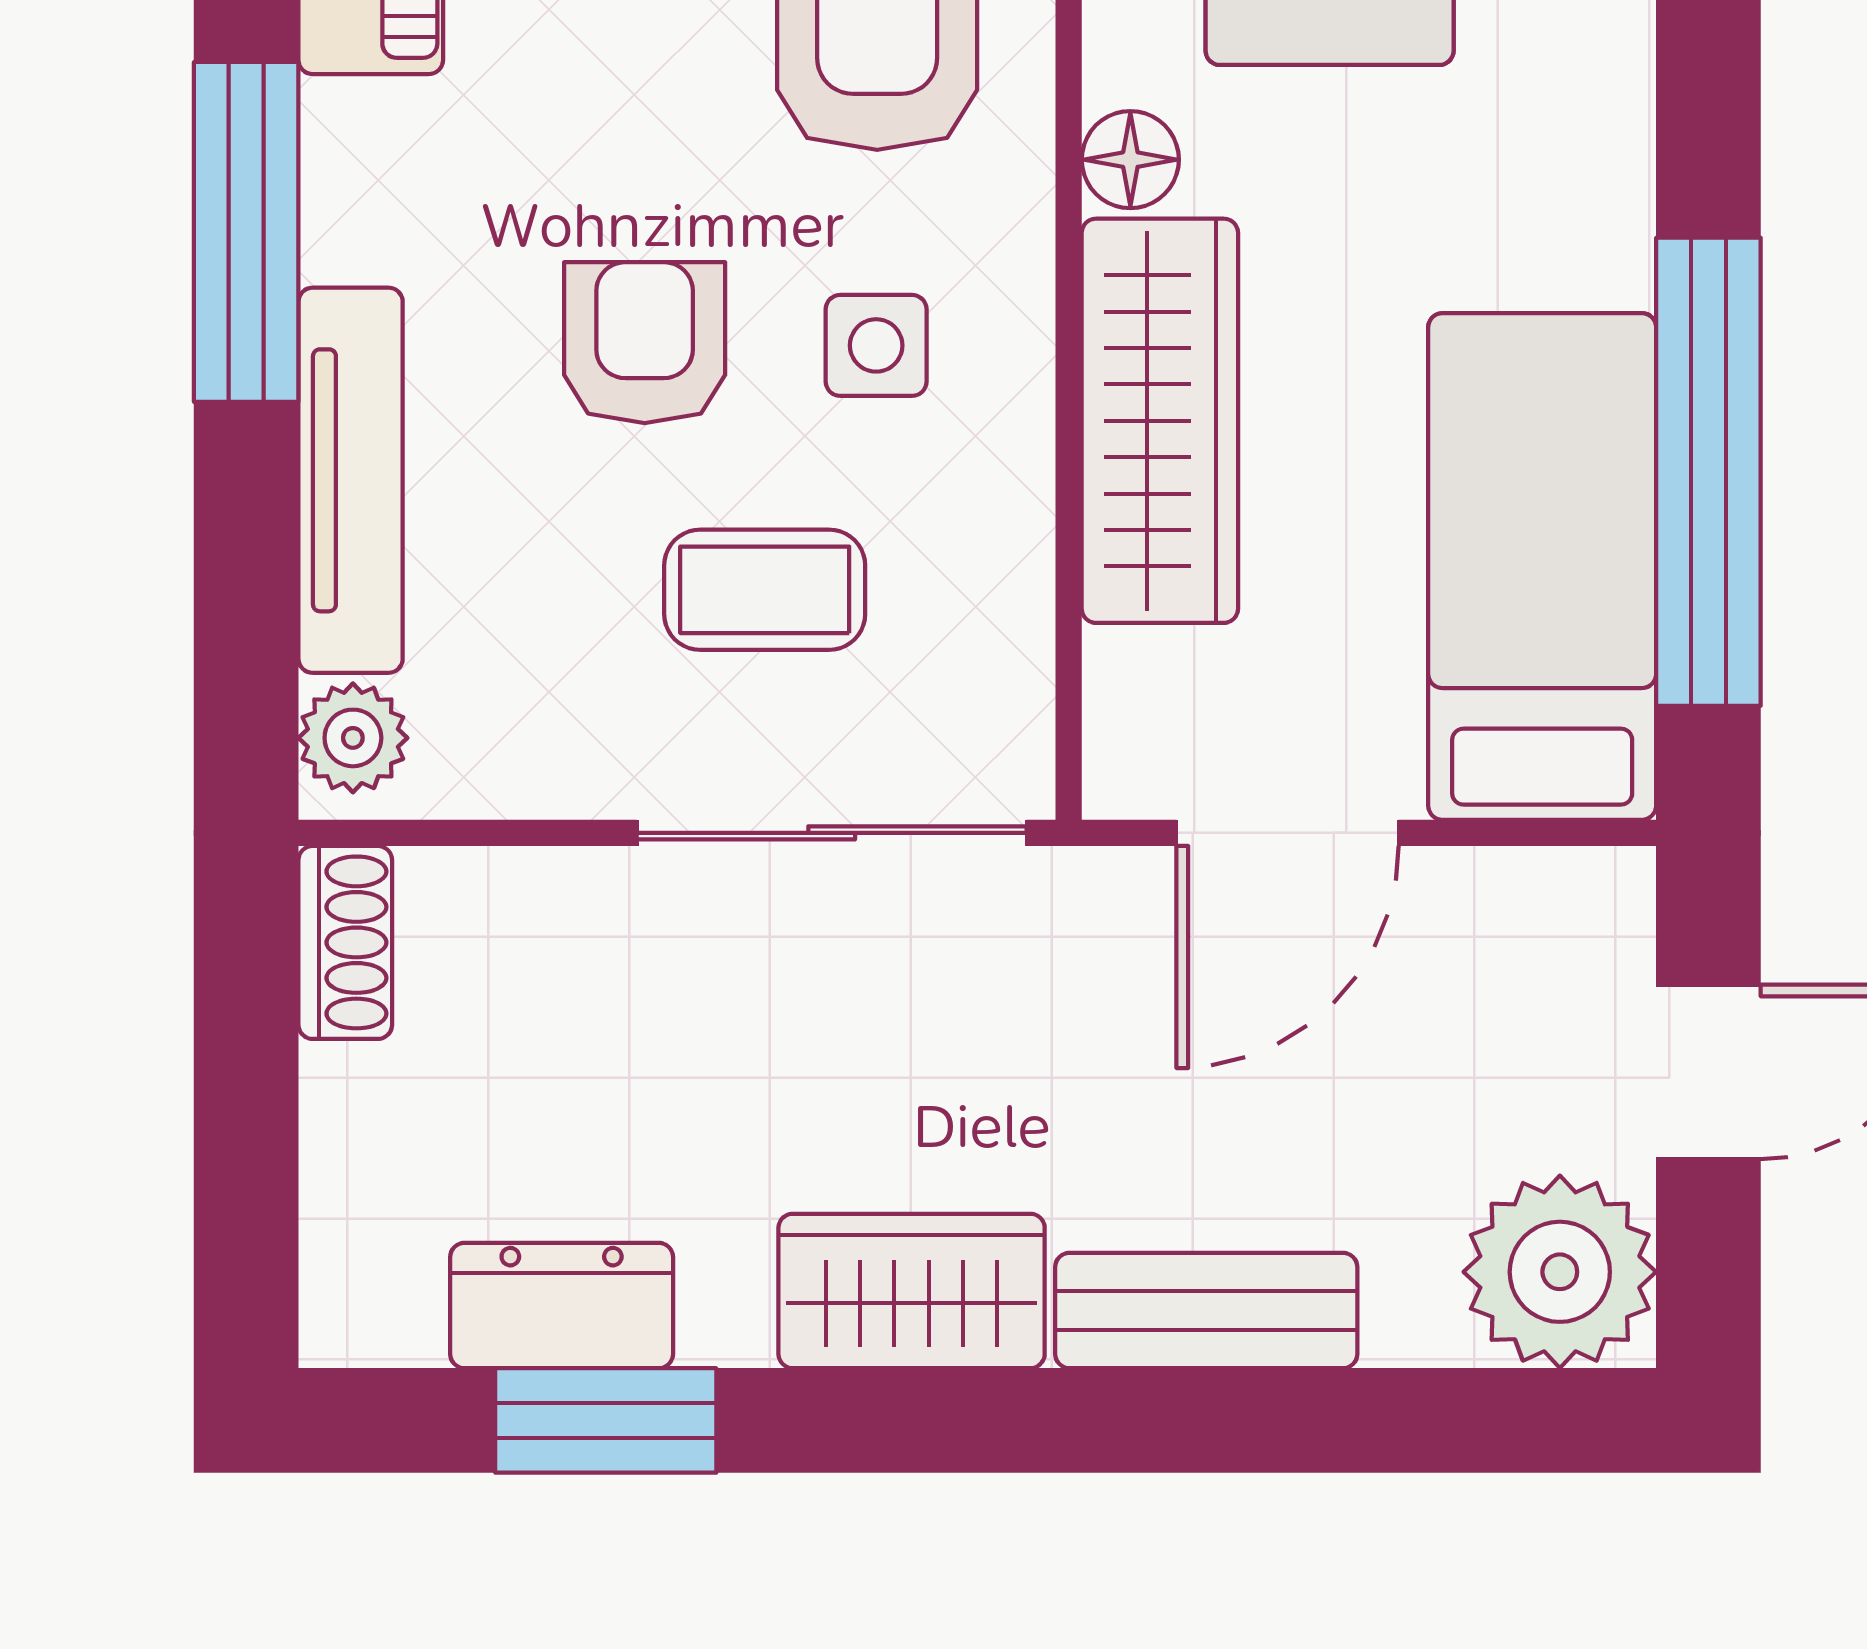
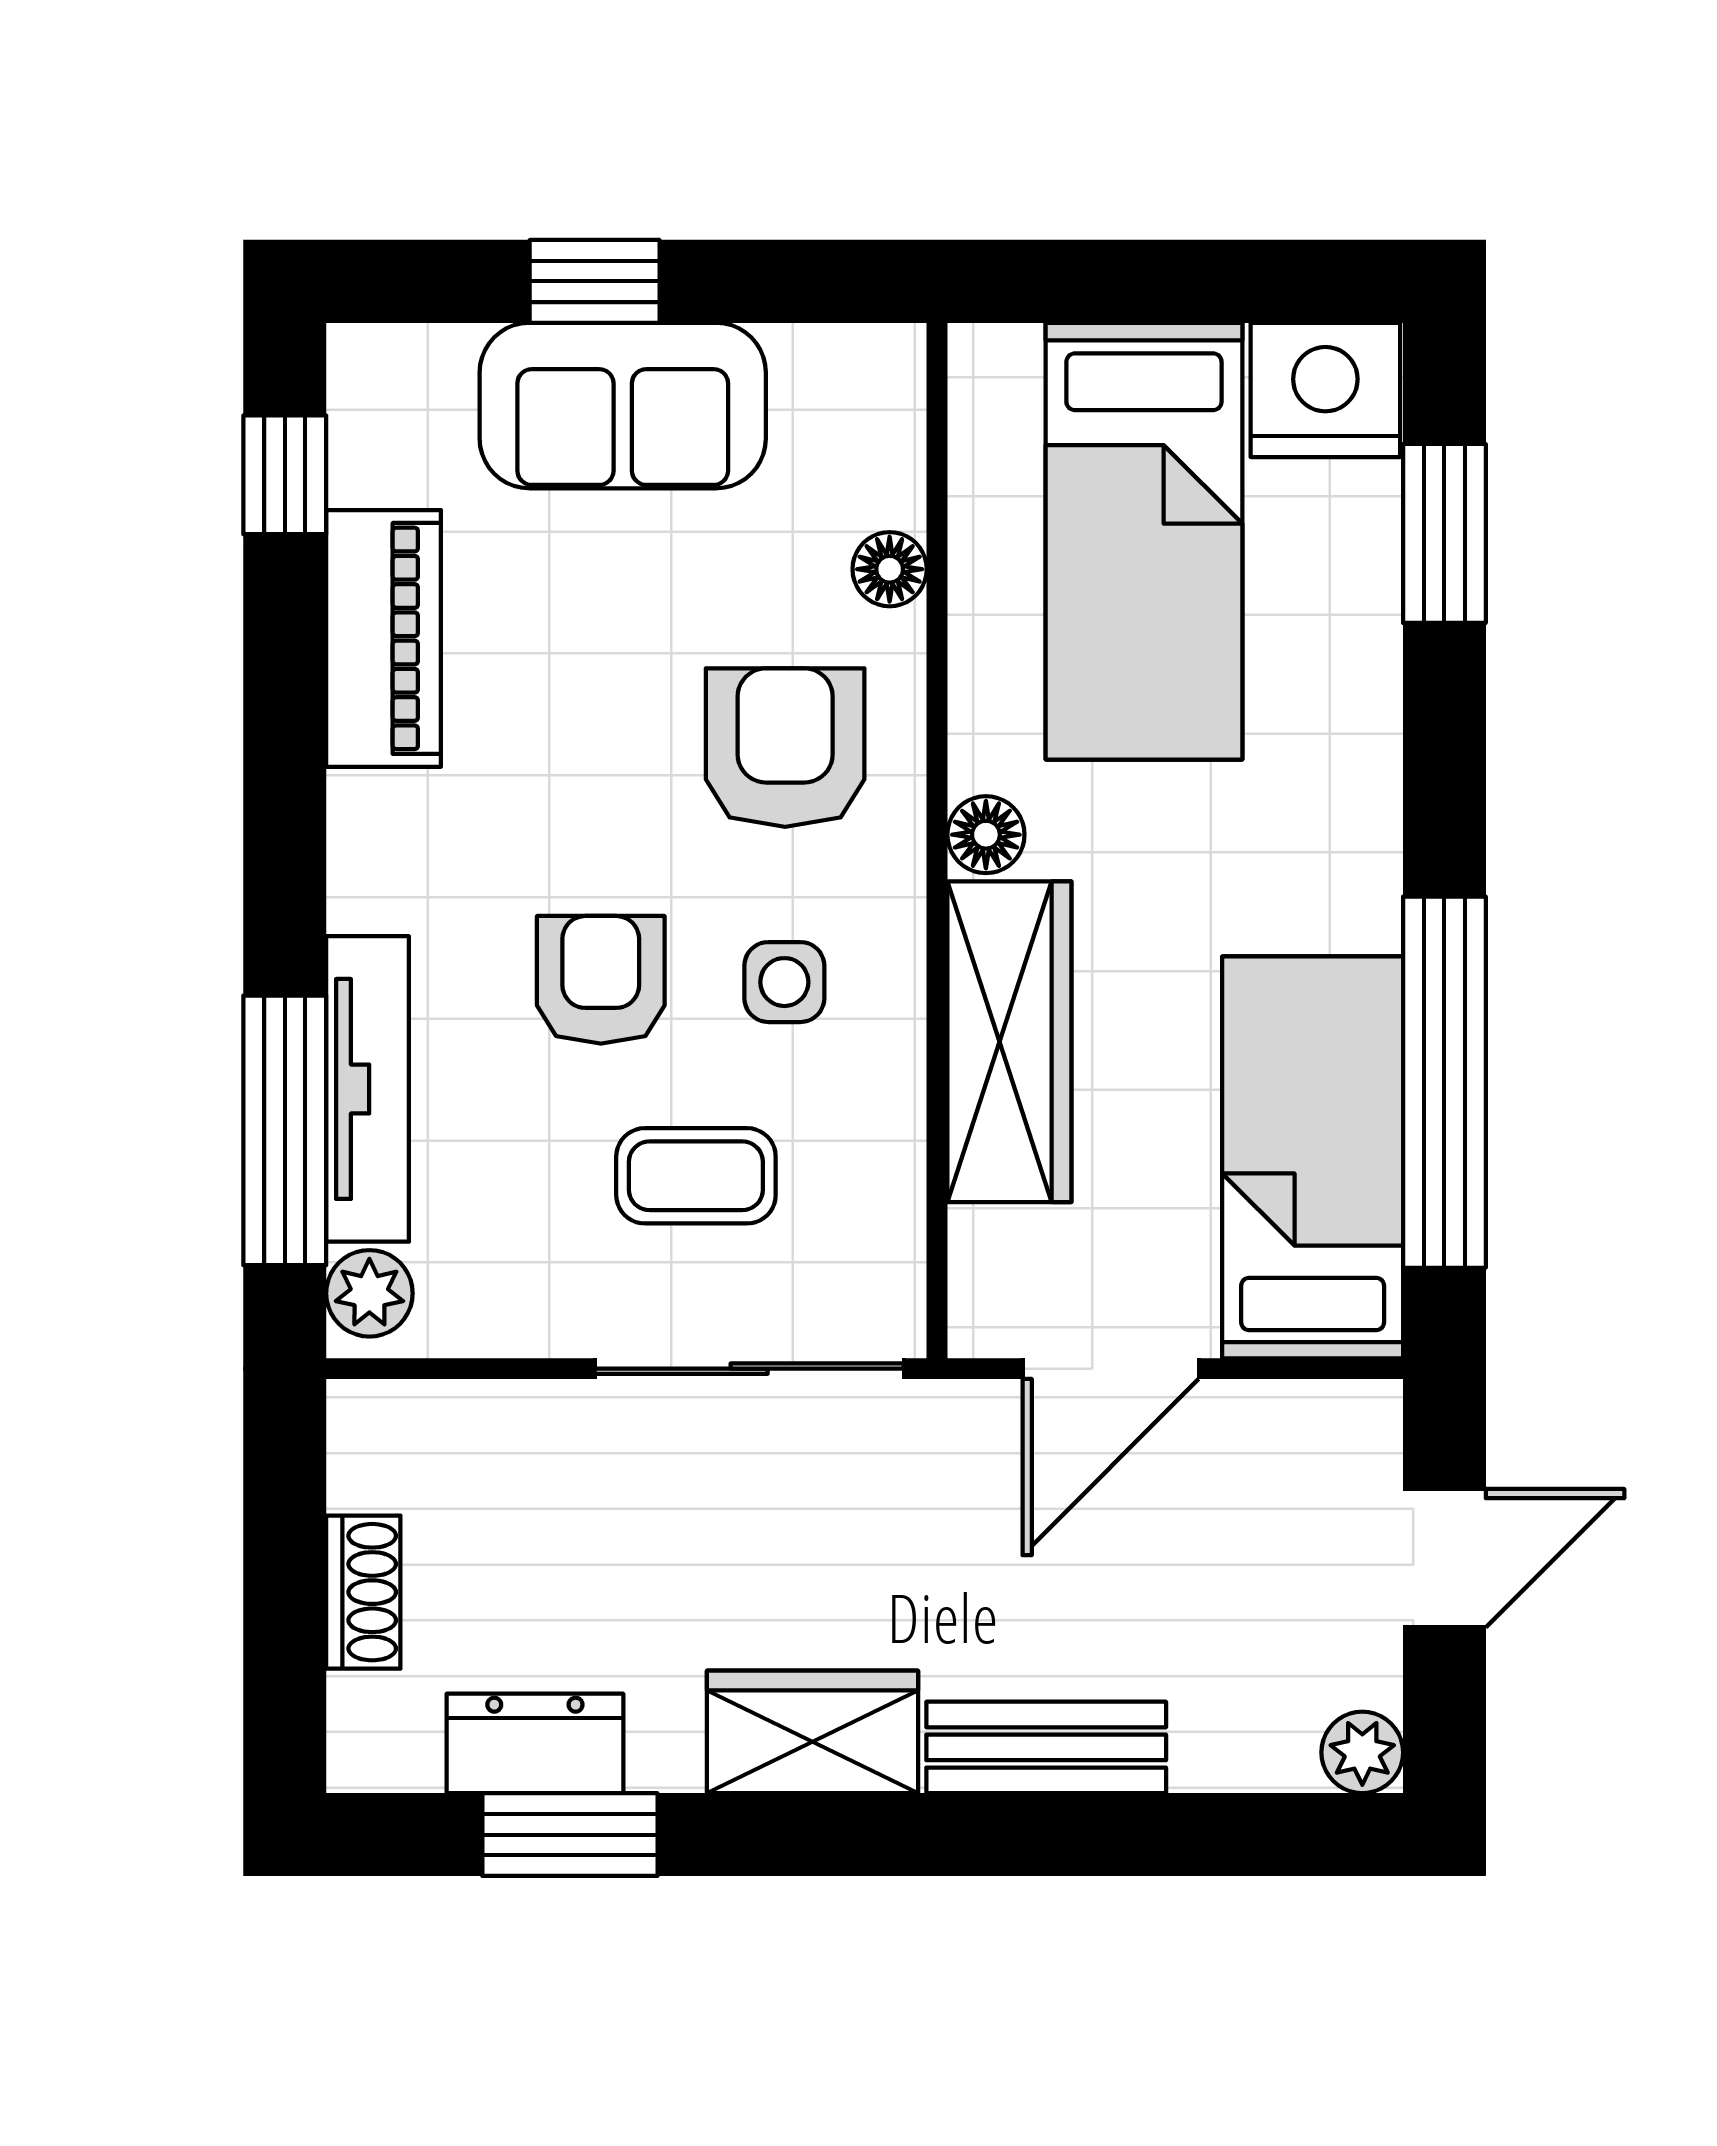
window: (246, 232) -> (285, 1130), moved
shoe rack: (345, 942) -> (363, 1592), moved
plant: (1560, 1272) -> (1362, 1752), width x0.53, depth x0.53

